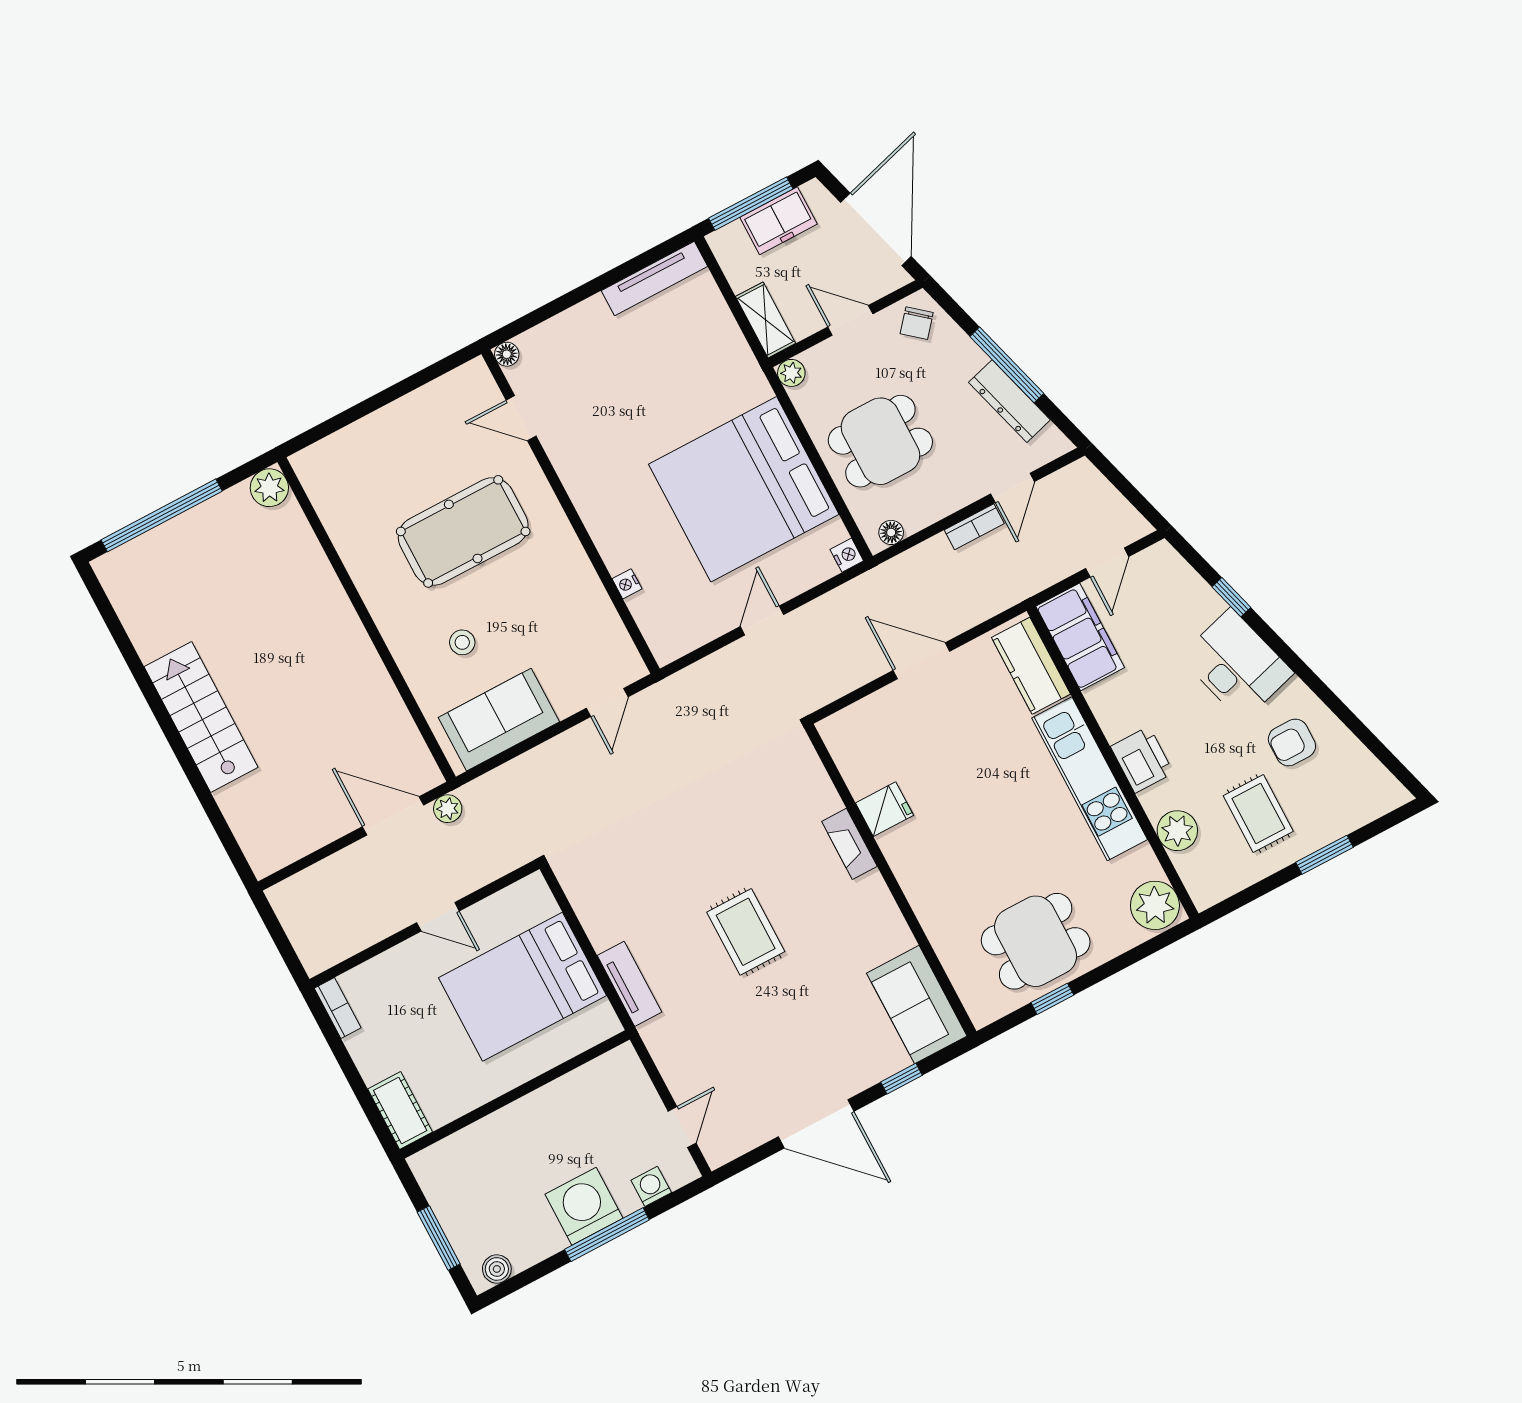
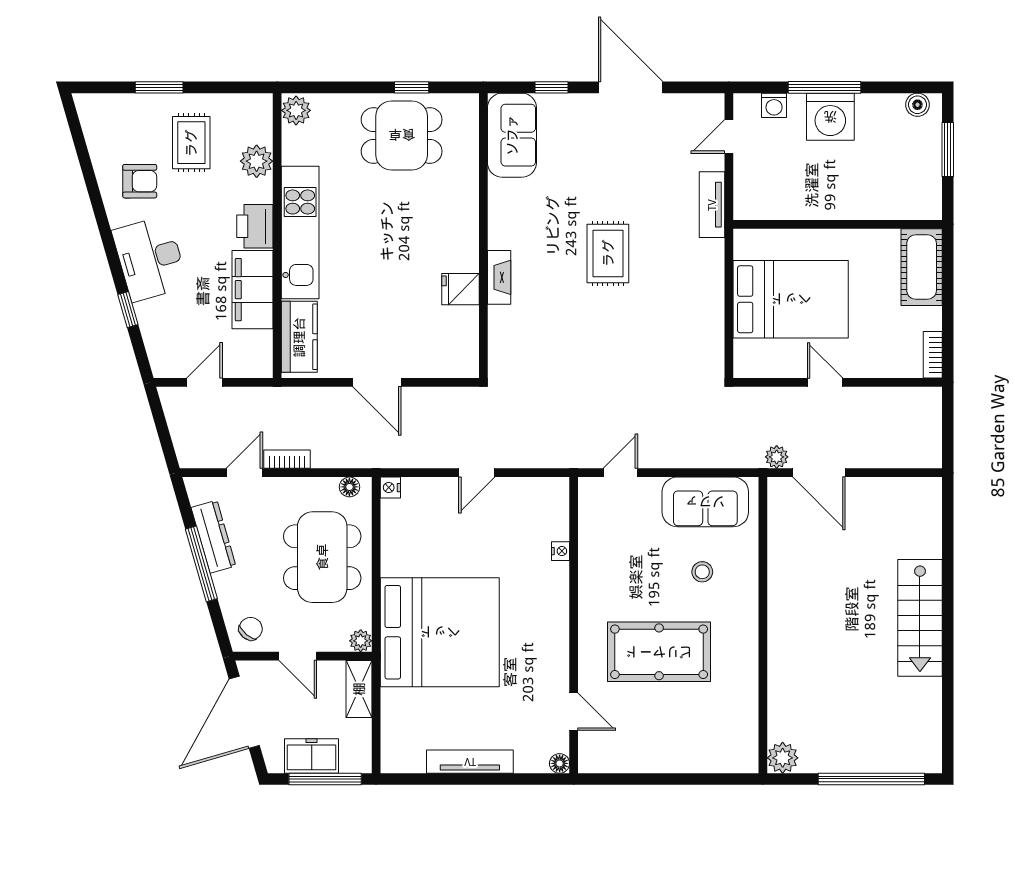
tv unit: (654, 278) -> (470, 762), moved
dining table: (880, 441) -> (322, 557), width x1.38
bed: (744, 489) -> (440, 632), moved
filing cabinet: (1080, 637) -> (253, 290), moved
plant: (1155, 905) -> (296, 110), width x0.73, depth x0.73
tv unit: (629, 984) -> (712, 205), moved
cot: (400, 1110) -> (922, 267), width x1.37, depth x1.34

